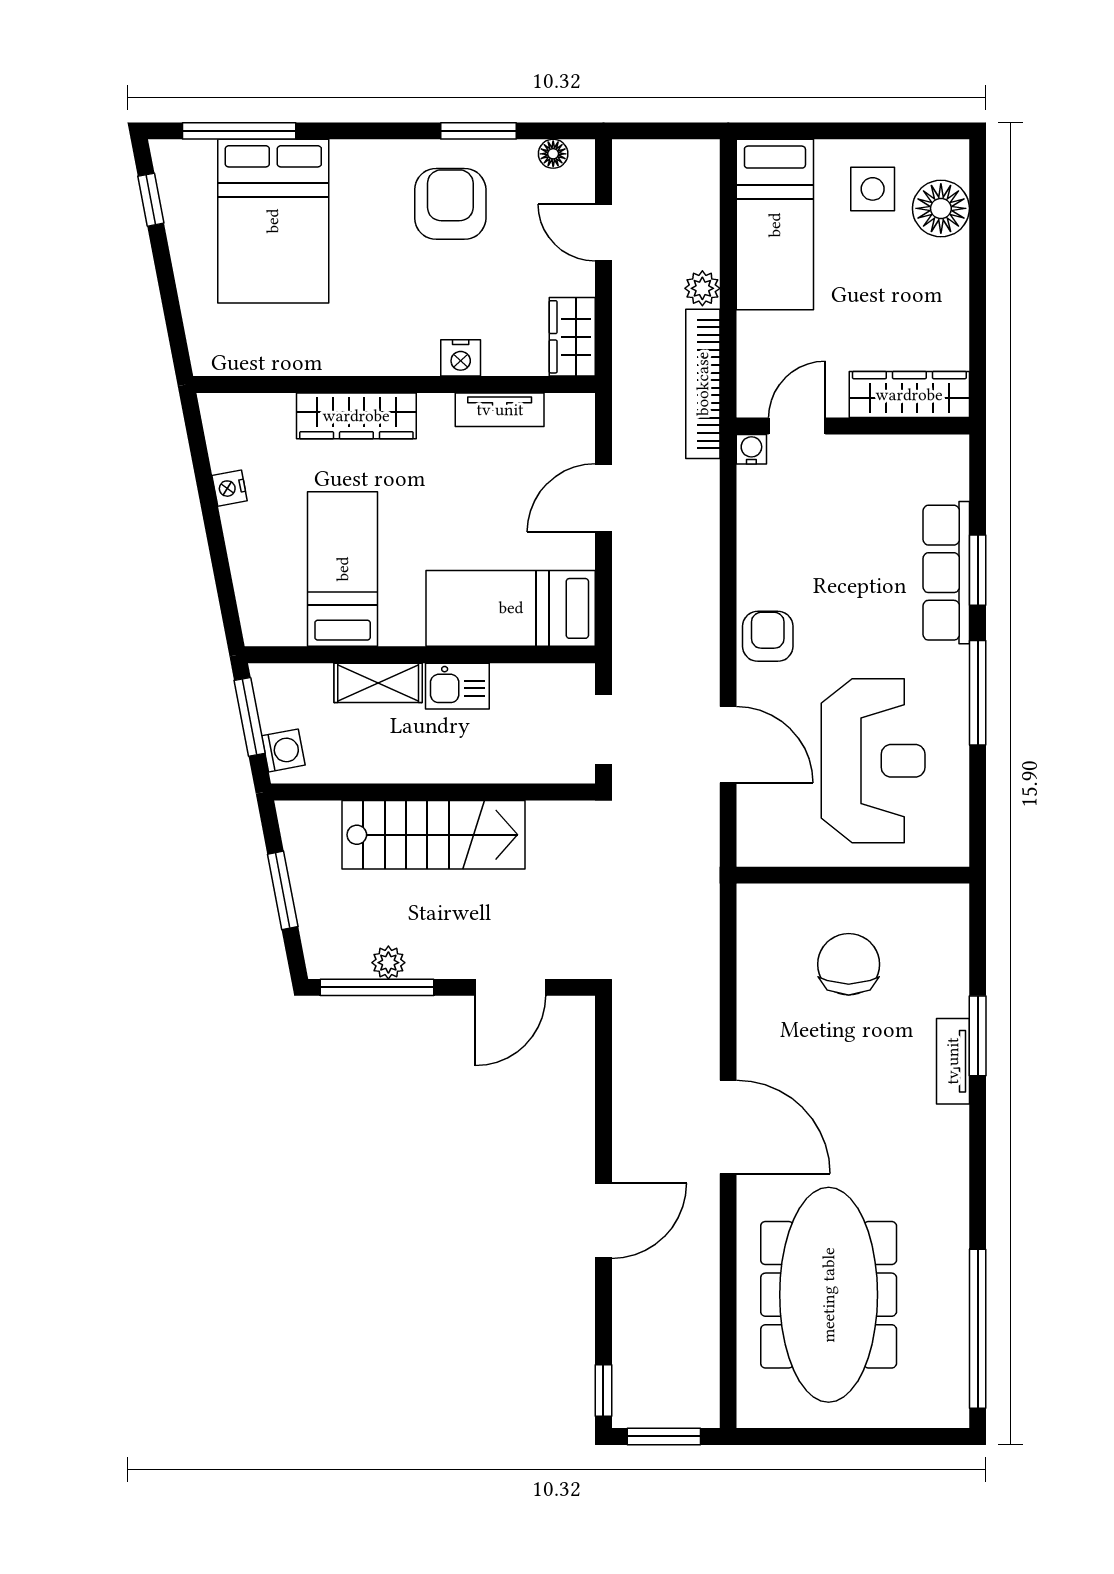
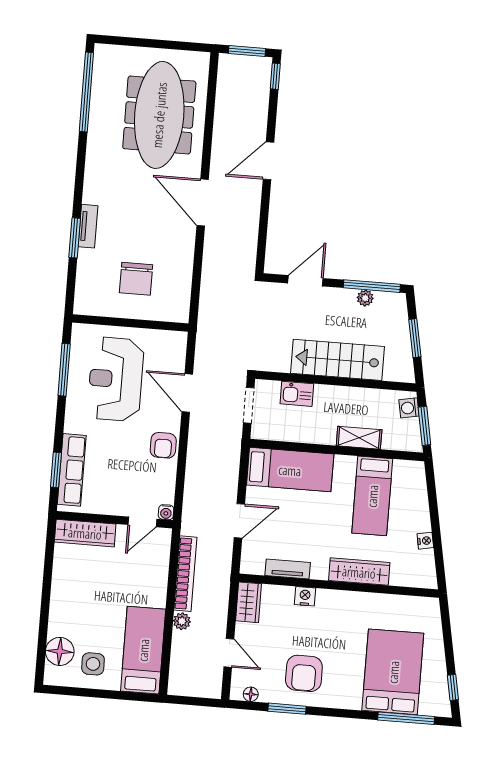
wardrobe: (909, 395) -> (85, 533), moved
door: (797, 426) -> (142, 522), moved
wall: (853, 426) -> (115, 520), moved
water cooler: (751, 449) -> (166, 512), moved
kitchen sink: (457, 686) -> (297, 394), moved, turned 180
window: (978, 693) -> (64, 370), moved

